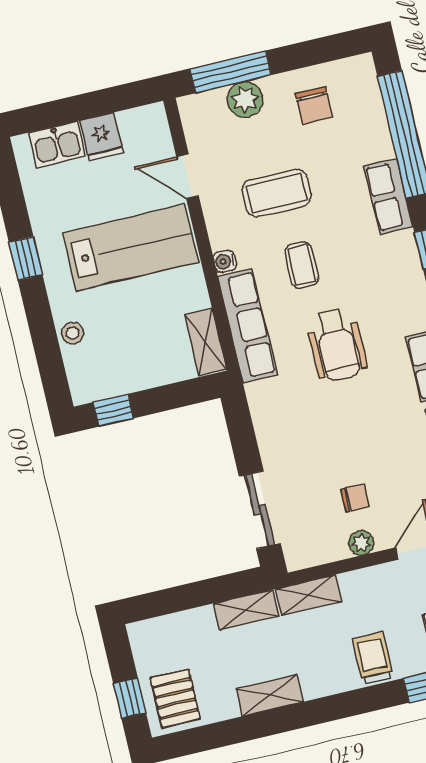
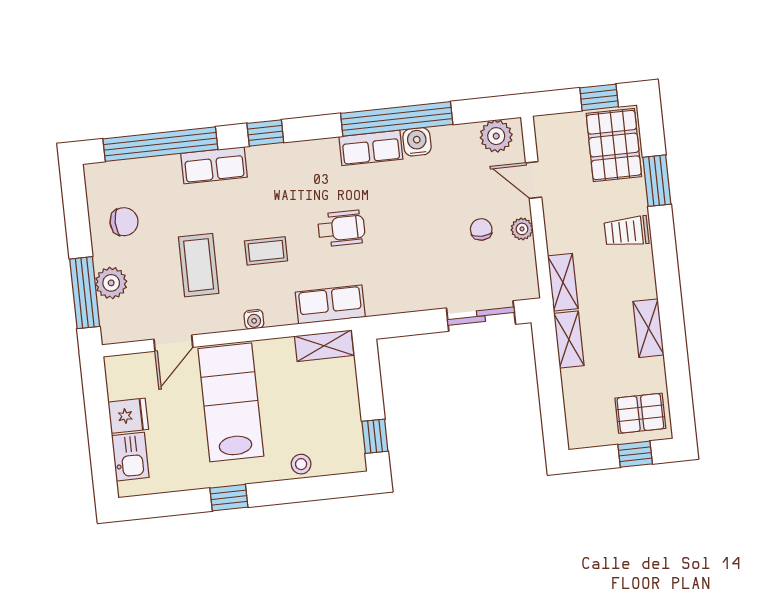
row of seats: (248, 326) -> (330, 305), width x0.68
wheelchair: (337, 345) -> (341, 228), width x0.73, depth x0.73

